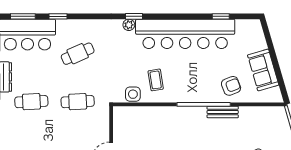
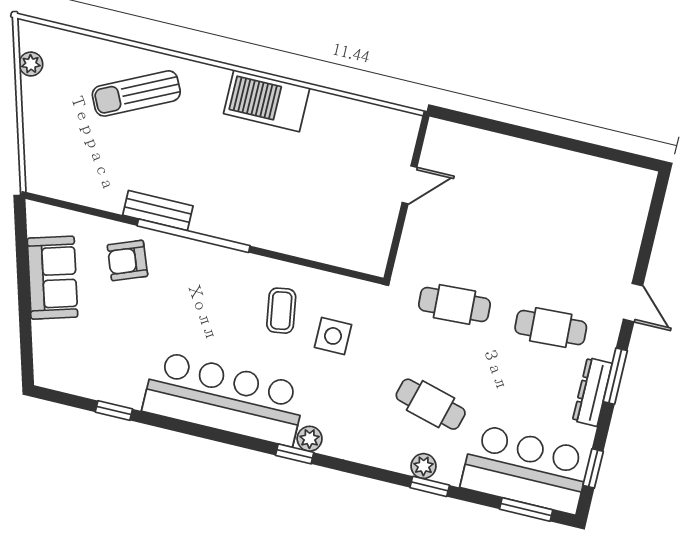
window: (58, 16) -> (430, 486), moved
plant: (74, 25) -> (423, 466), added
bar counter: (185, 34) -> (224, 398), width x0.73
cafe table: (78, 54) -> (431, 404), turned 39
side table: (133, 94) -> (333, 336), moved

